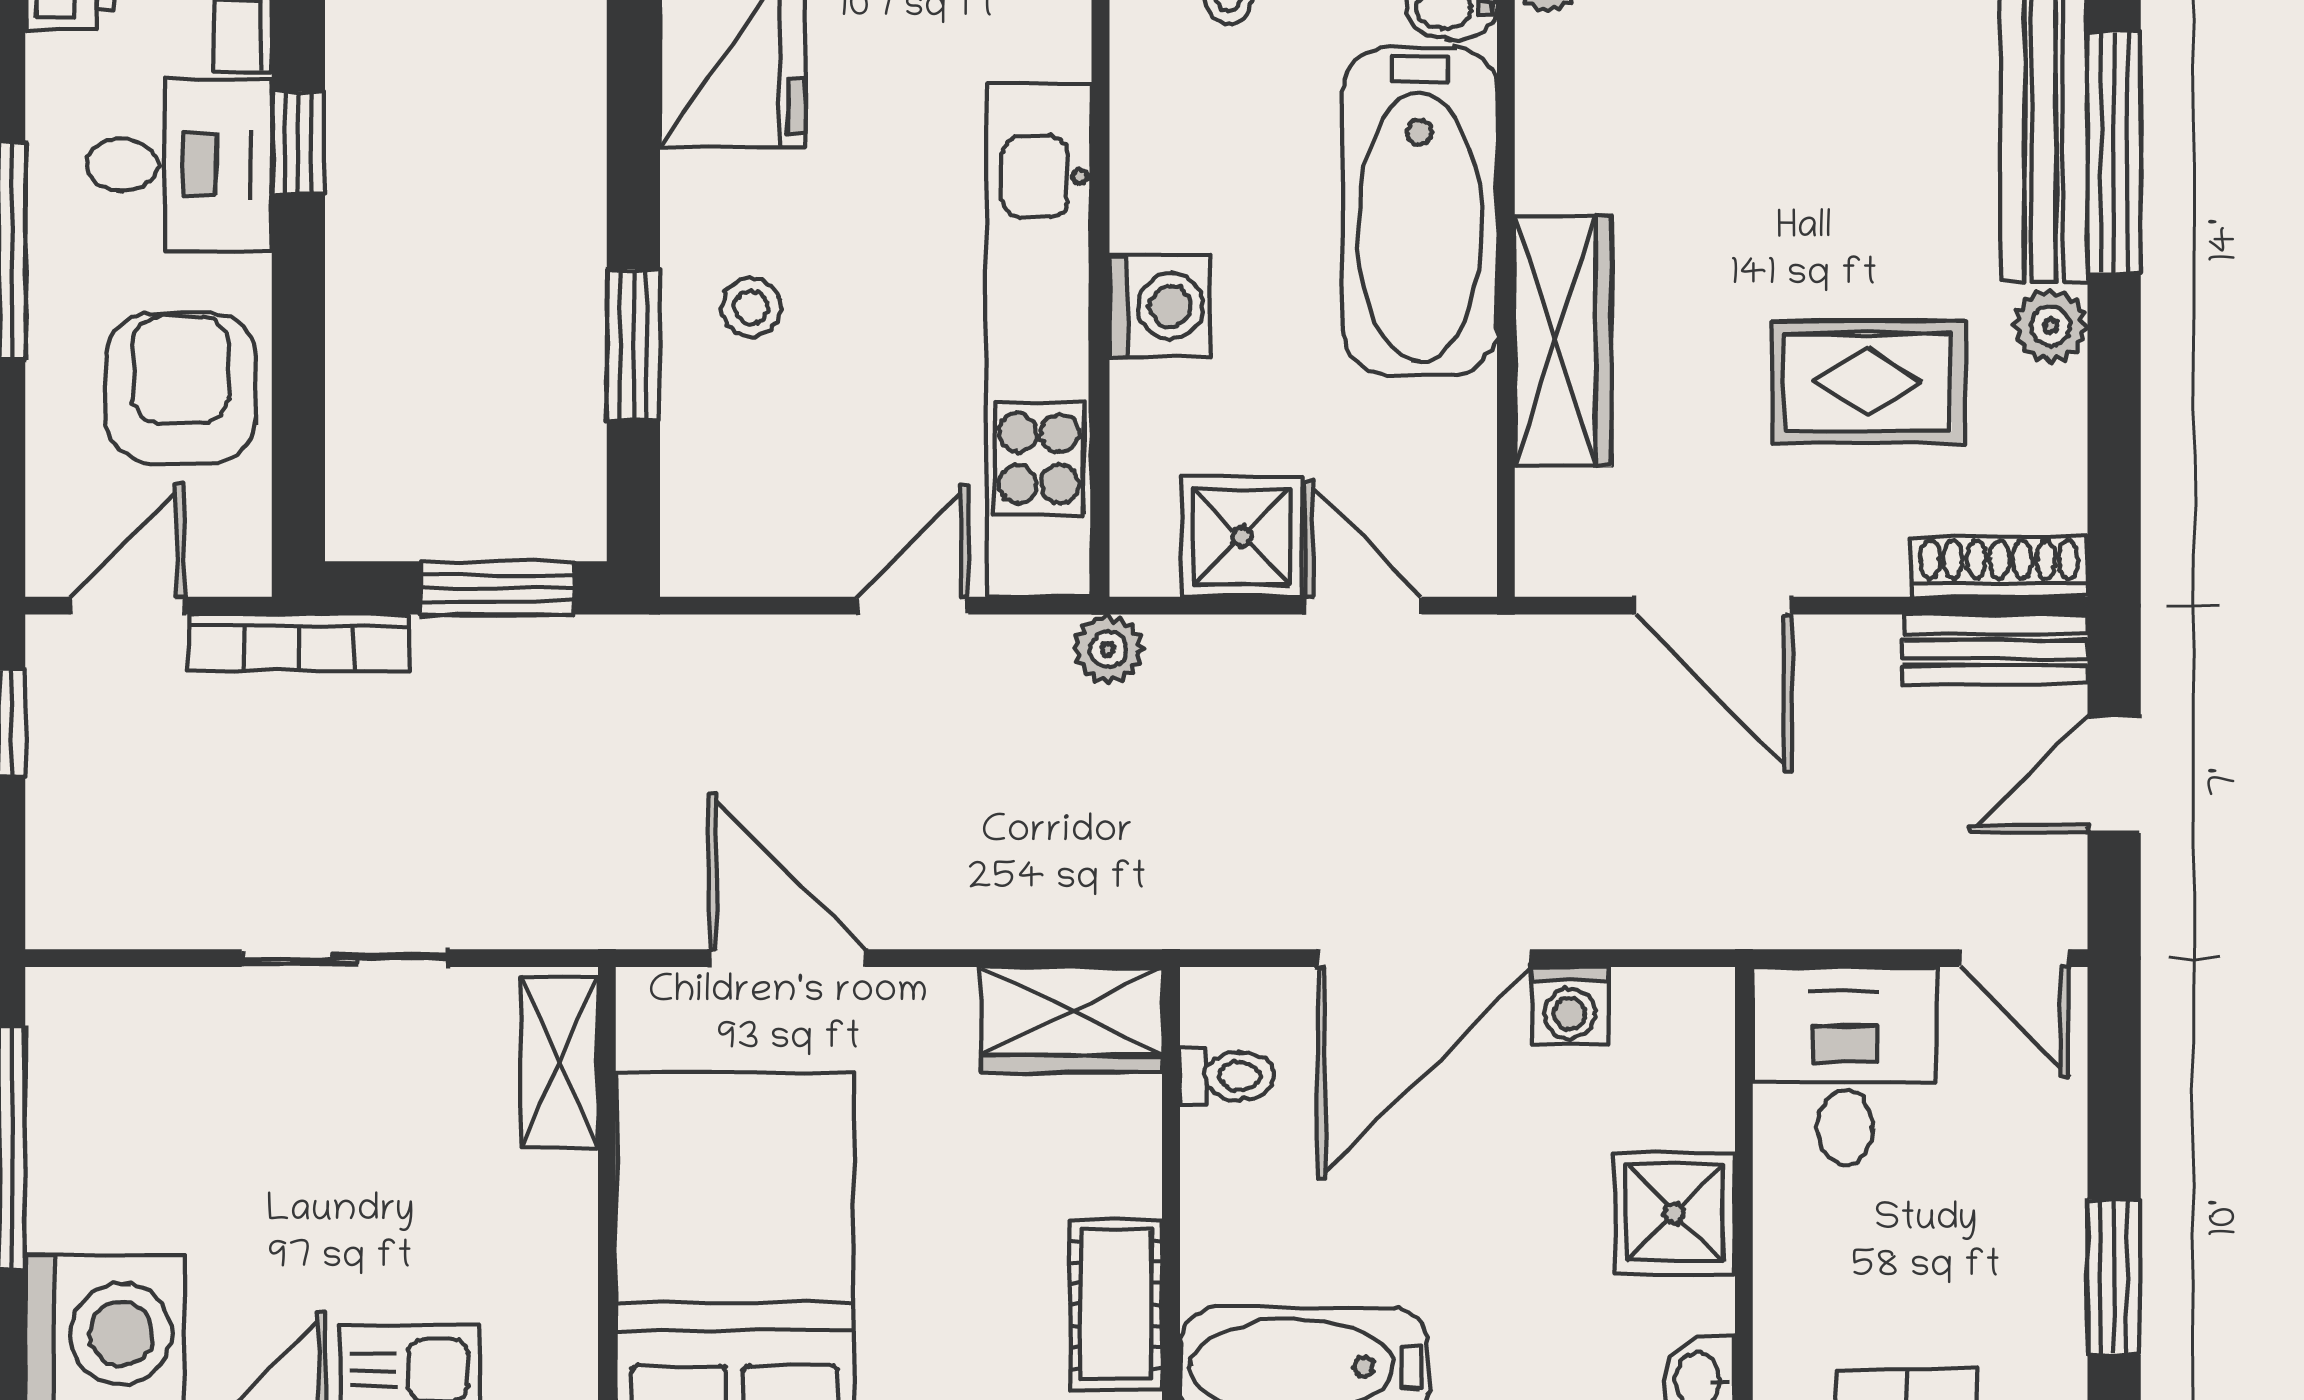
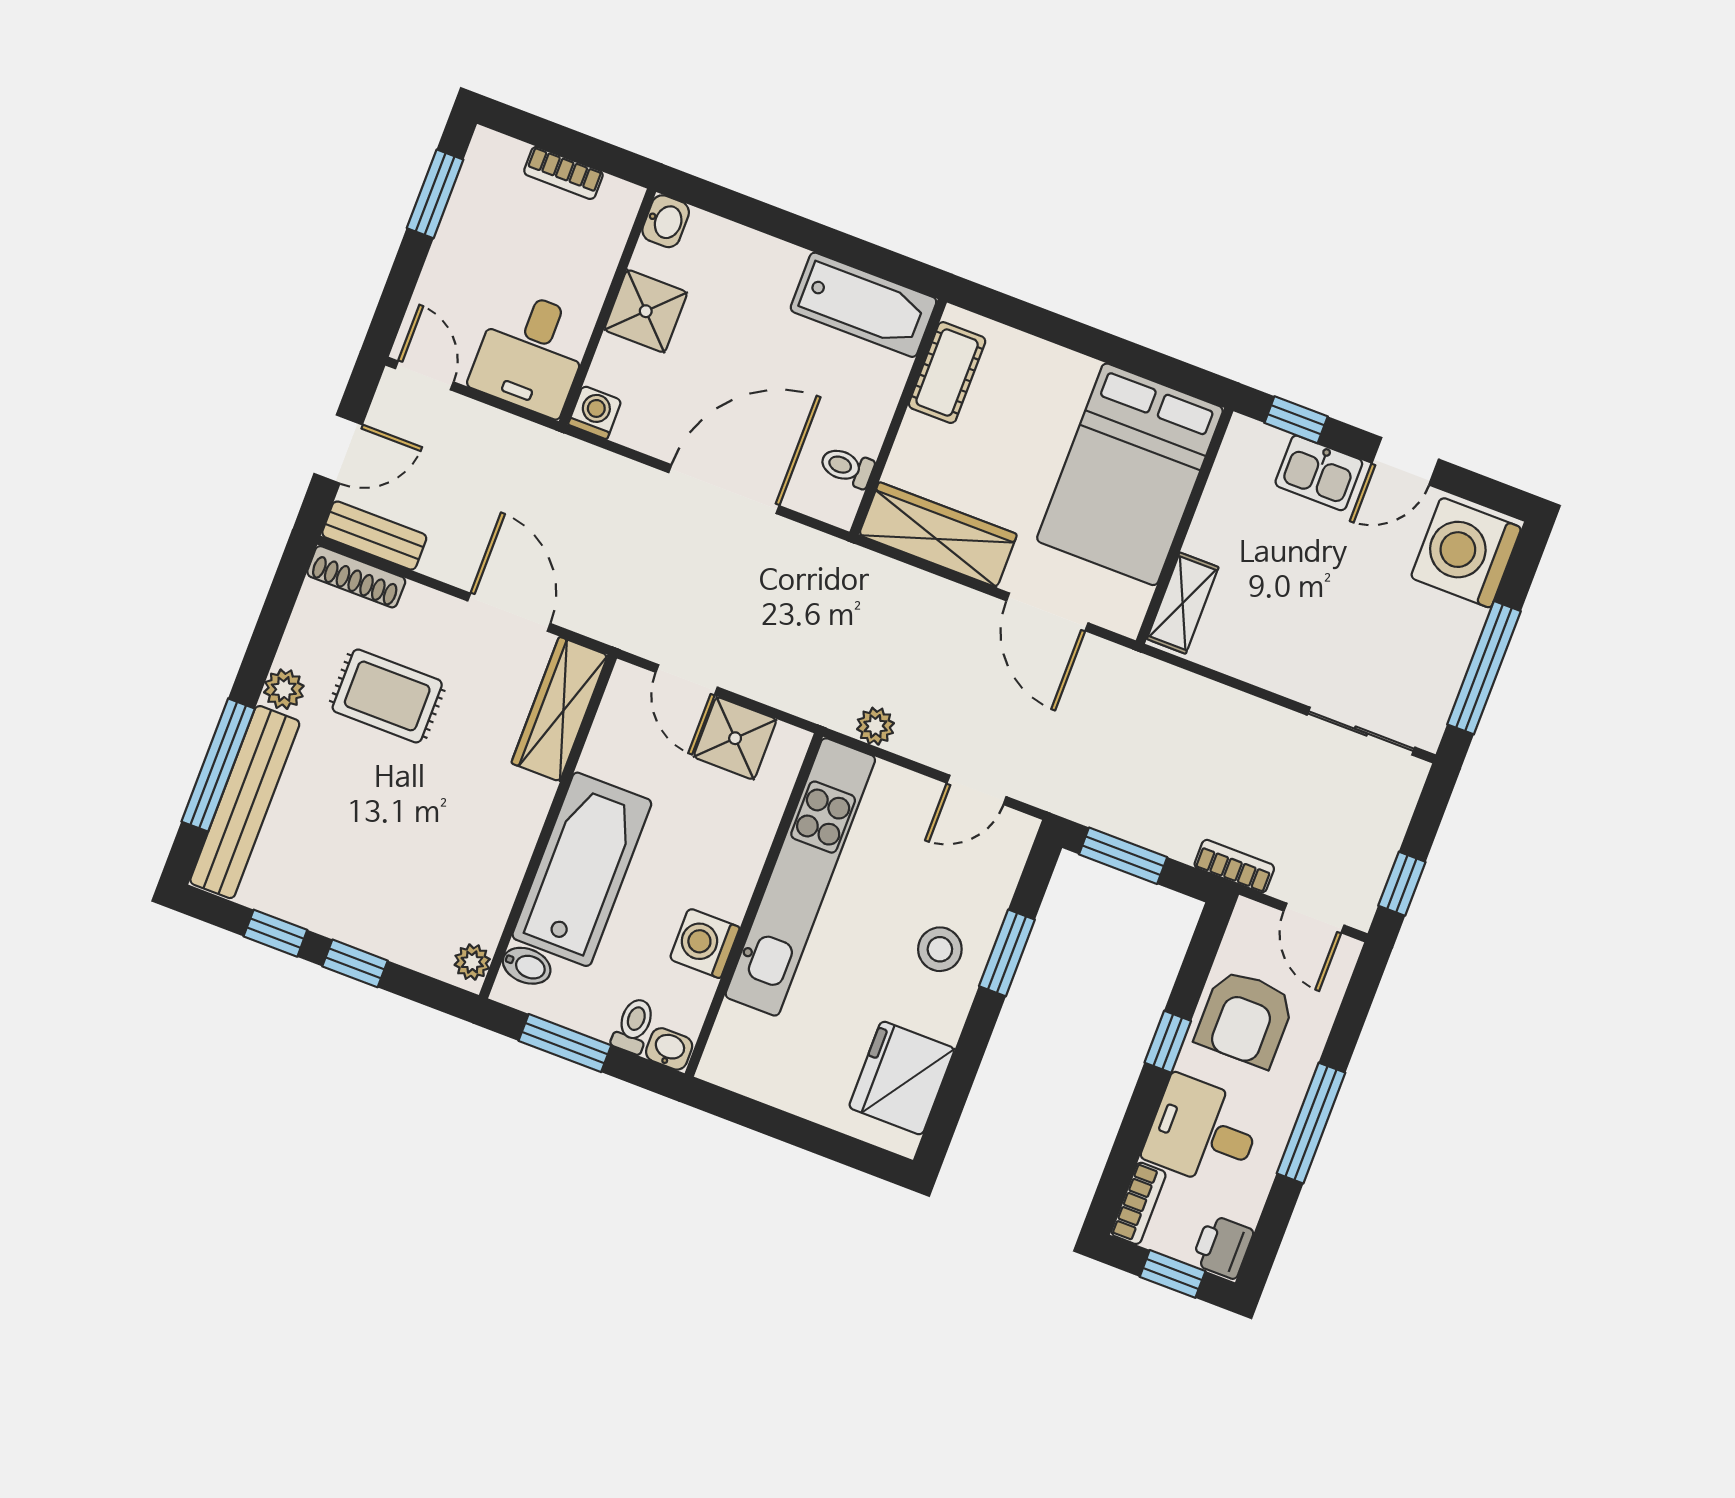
window: (298, 143) -> (1168, 1042), moved
washing machine: (1160, 306) -> (705, 943), moved
stool: (751, 307) -> (940, 949), width x1.37, depth x1.37
wardrobe: (1563, 341) -> (559, 709), moved
door: (128, 606) -> (1314, 918), hinge flipped
door: (913, 606) -> (977, 790), moved
bookcase: (299, 643) -> (1234, 866), width x0.64
plant: (1108, 649) -> (875, 726), moved
sliding door: (345, 958) -> (1361, 731), moved
washing machine: (1570, 1006) -> (595, 412), moved
wardrobe: (1071, 1020) -> (938, 535), width x1.50

